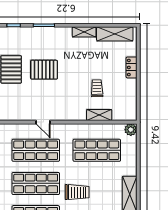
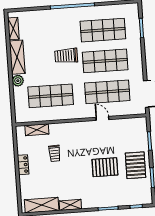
locker: (132, 67) -> (23, 165), moved
shelving: (99, 115) -> (37, 130), moved
plant: (131, 130) -> (18, 81), moved

